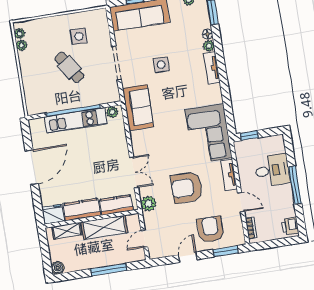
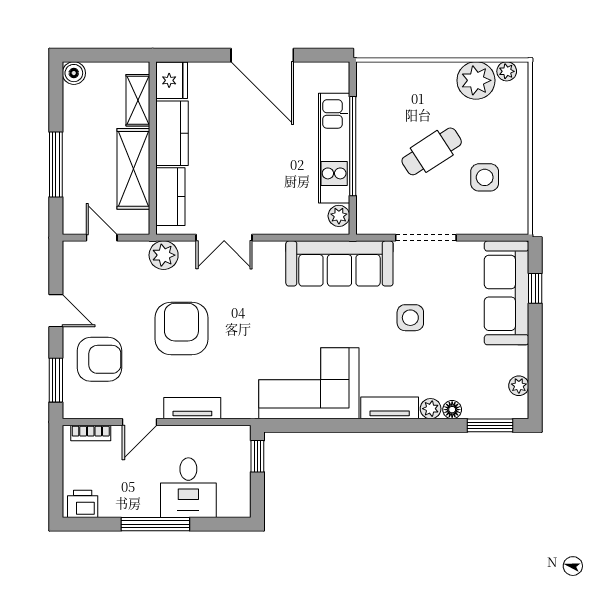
plant: (22, 45) -> (476, 80), width x1.88, depth x1.88
sofa: (138, 108) -> (339, 263), width x1.36
corner sofa: (209, 134) -> (309, 383), moved

